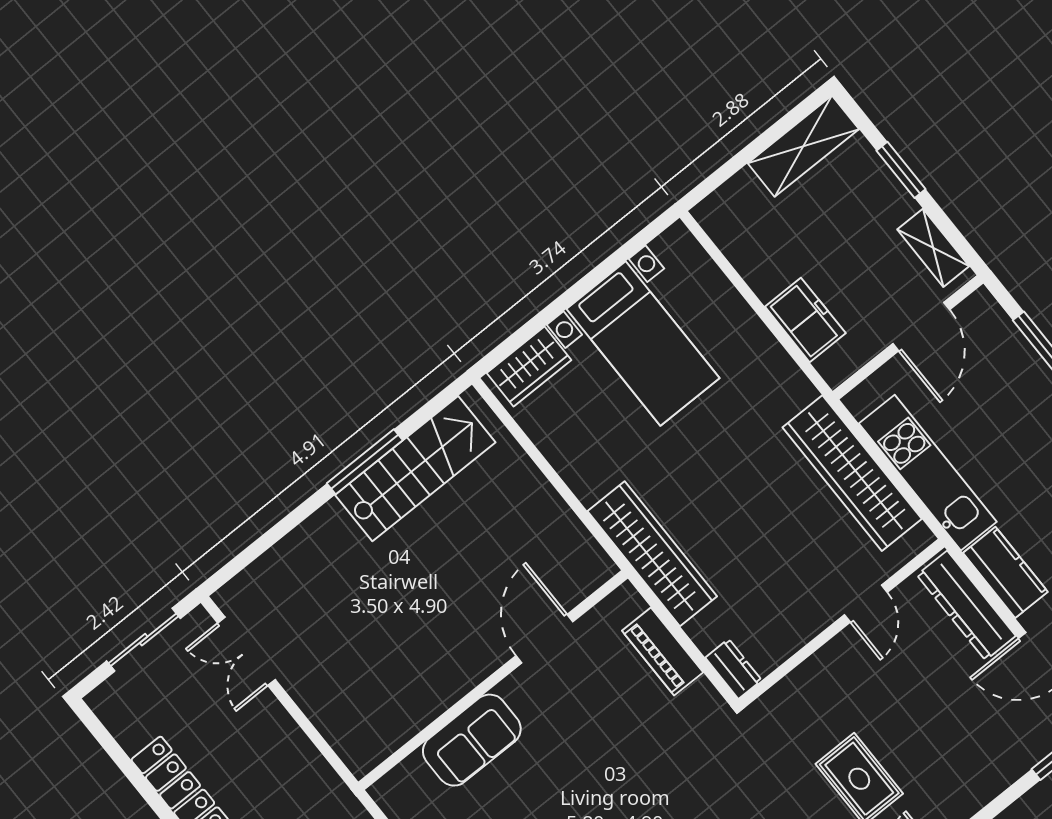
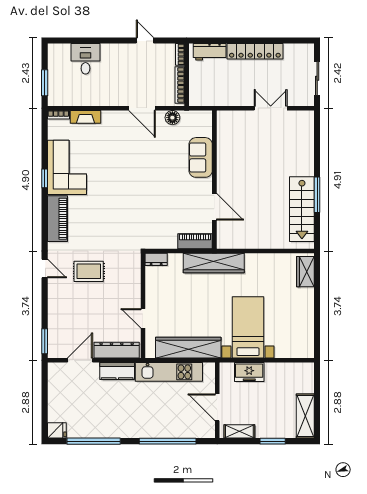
bed with nightstands: (643, 343) -> (248, 327), moved, turned 90
double door: (246, 651) -> (271, 108), moved
piano: (663, 652) -> (195, 241), moved

